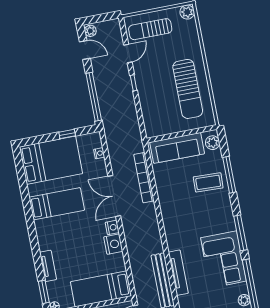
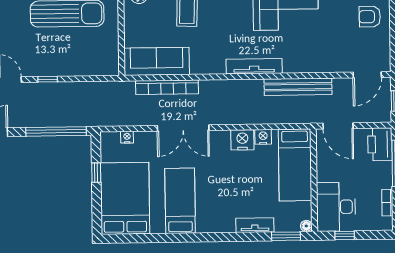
sofa: (177, 148) -> (157, 61), moved, turned -90
nightstand: (112, 227) -> (263, 137), moved
tv unit: (178, 273) -> (254, 66), moved

